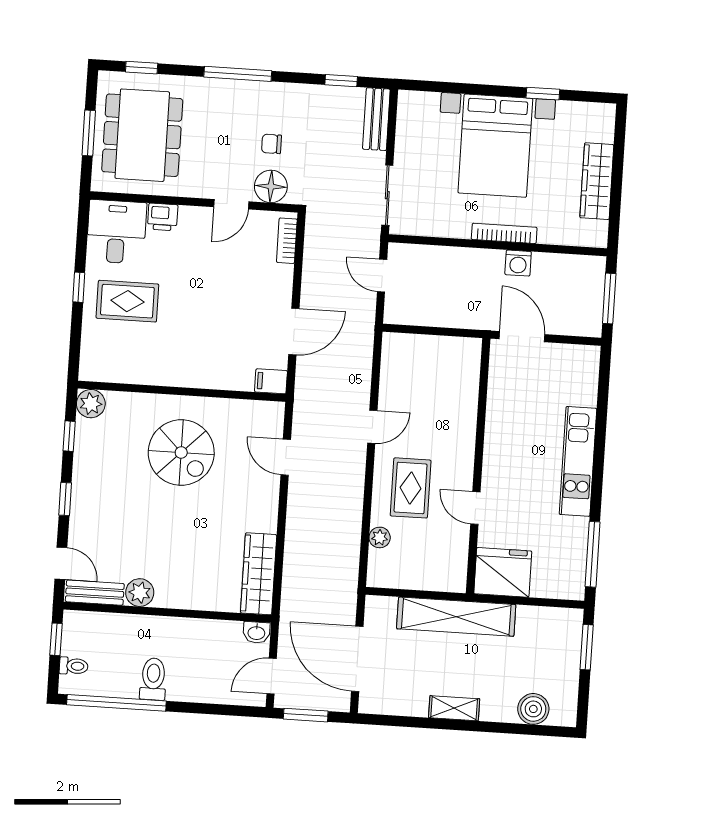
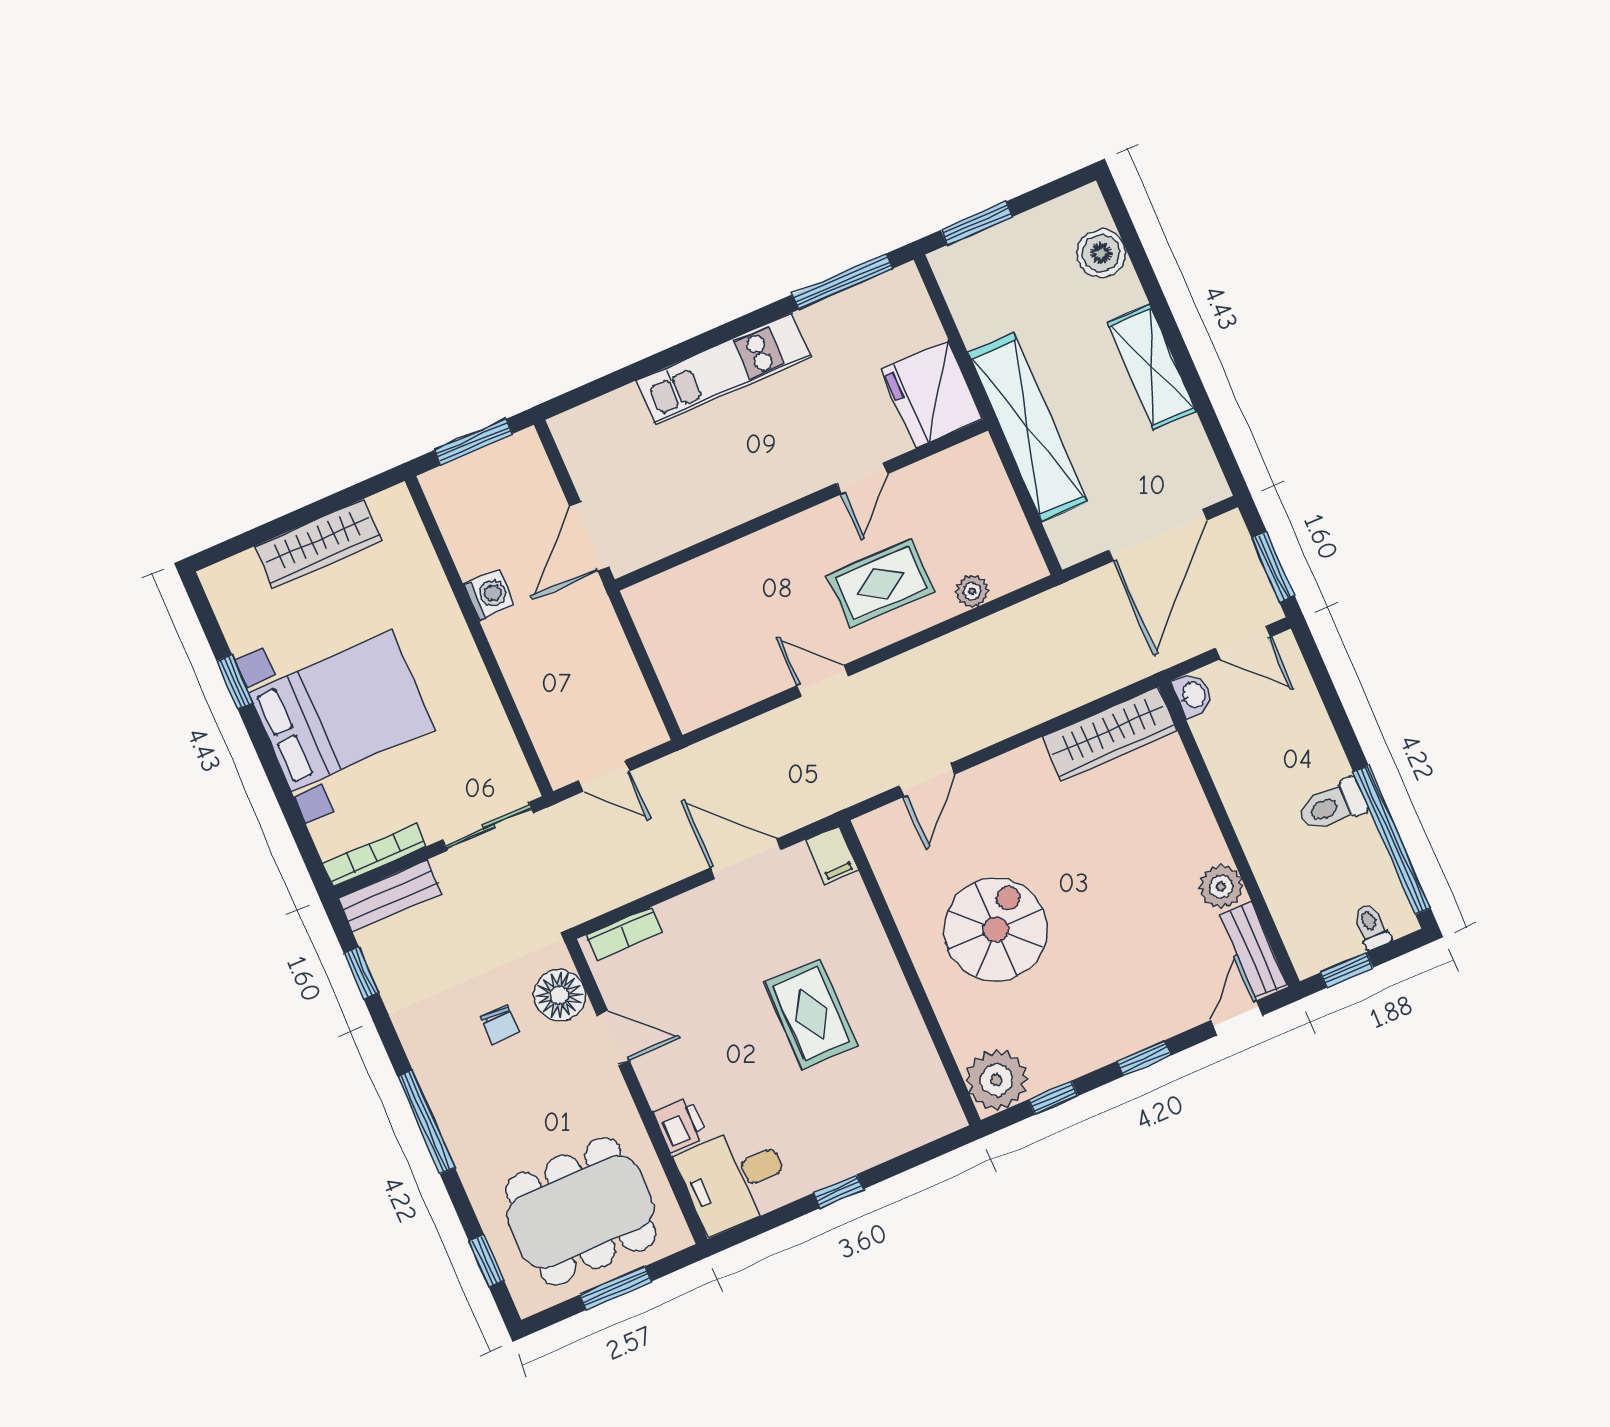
bookcase: (504, 233) -> (374, 855), moved, turned 90
door: (382, 276) -> (604, 776), hinge flipped
rug: (127, 301) -> (811, 1014), moved
plant: (91, 404) -> (997, 1080), width x1.36, depth x1.36
shelving: (454, 708) -> (1152, 367), width x1.50, depth x1.33

